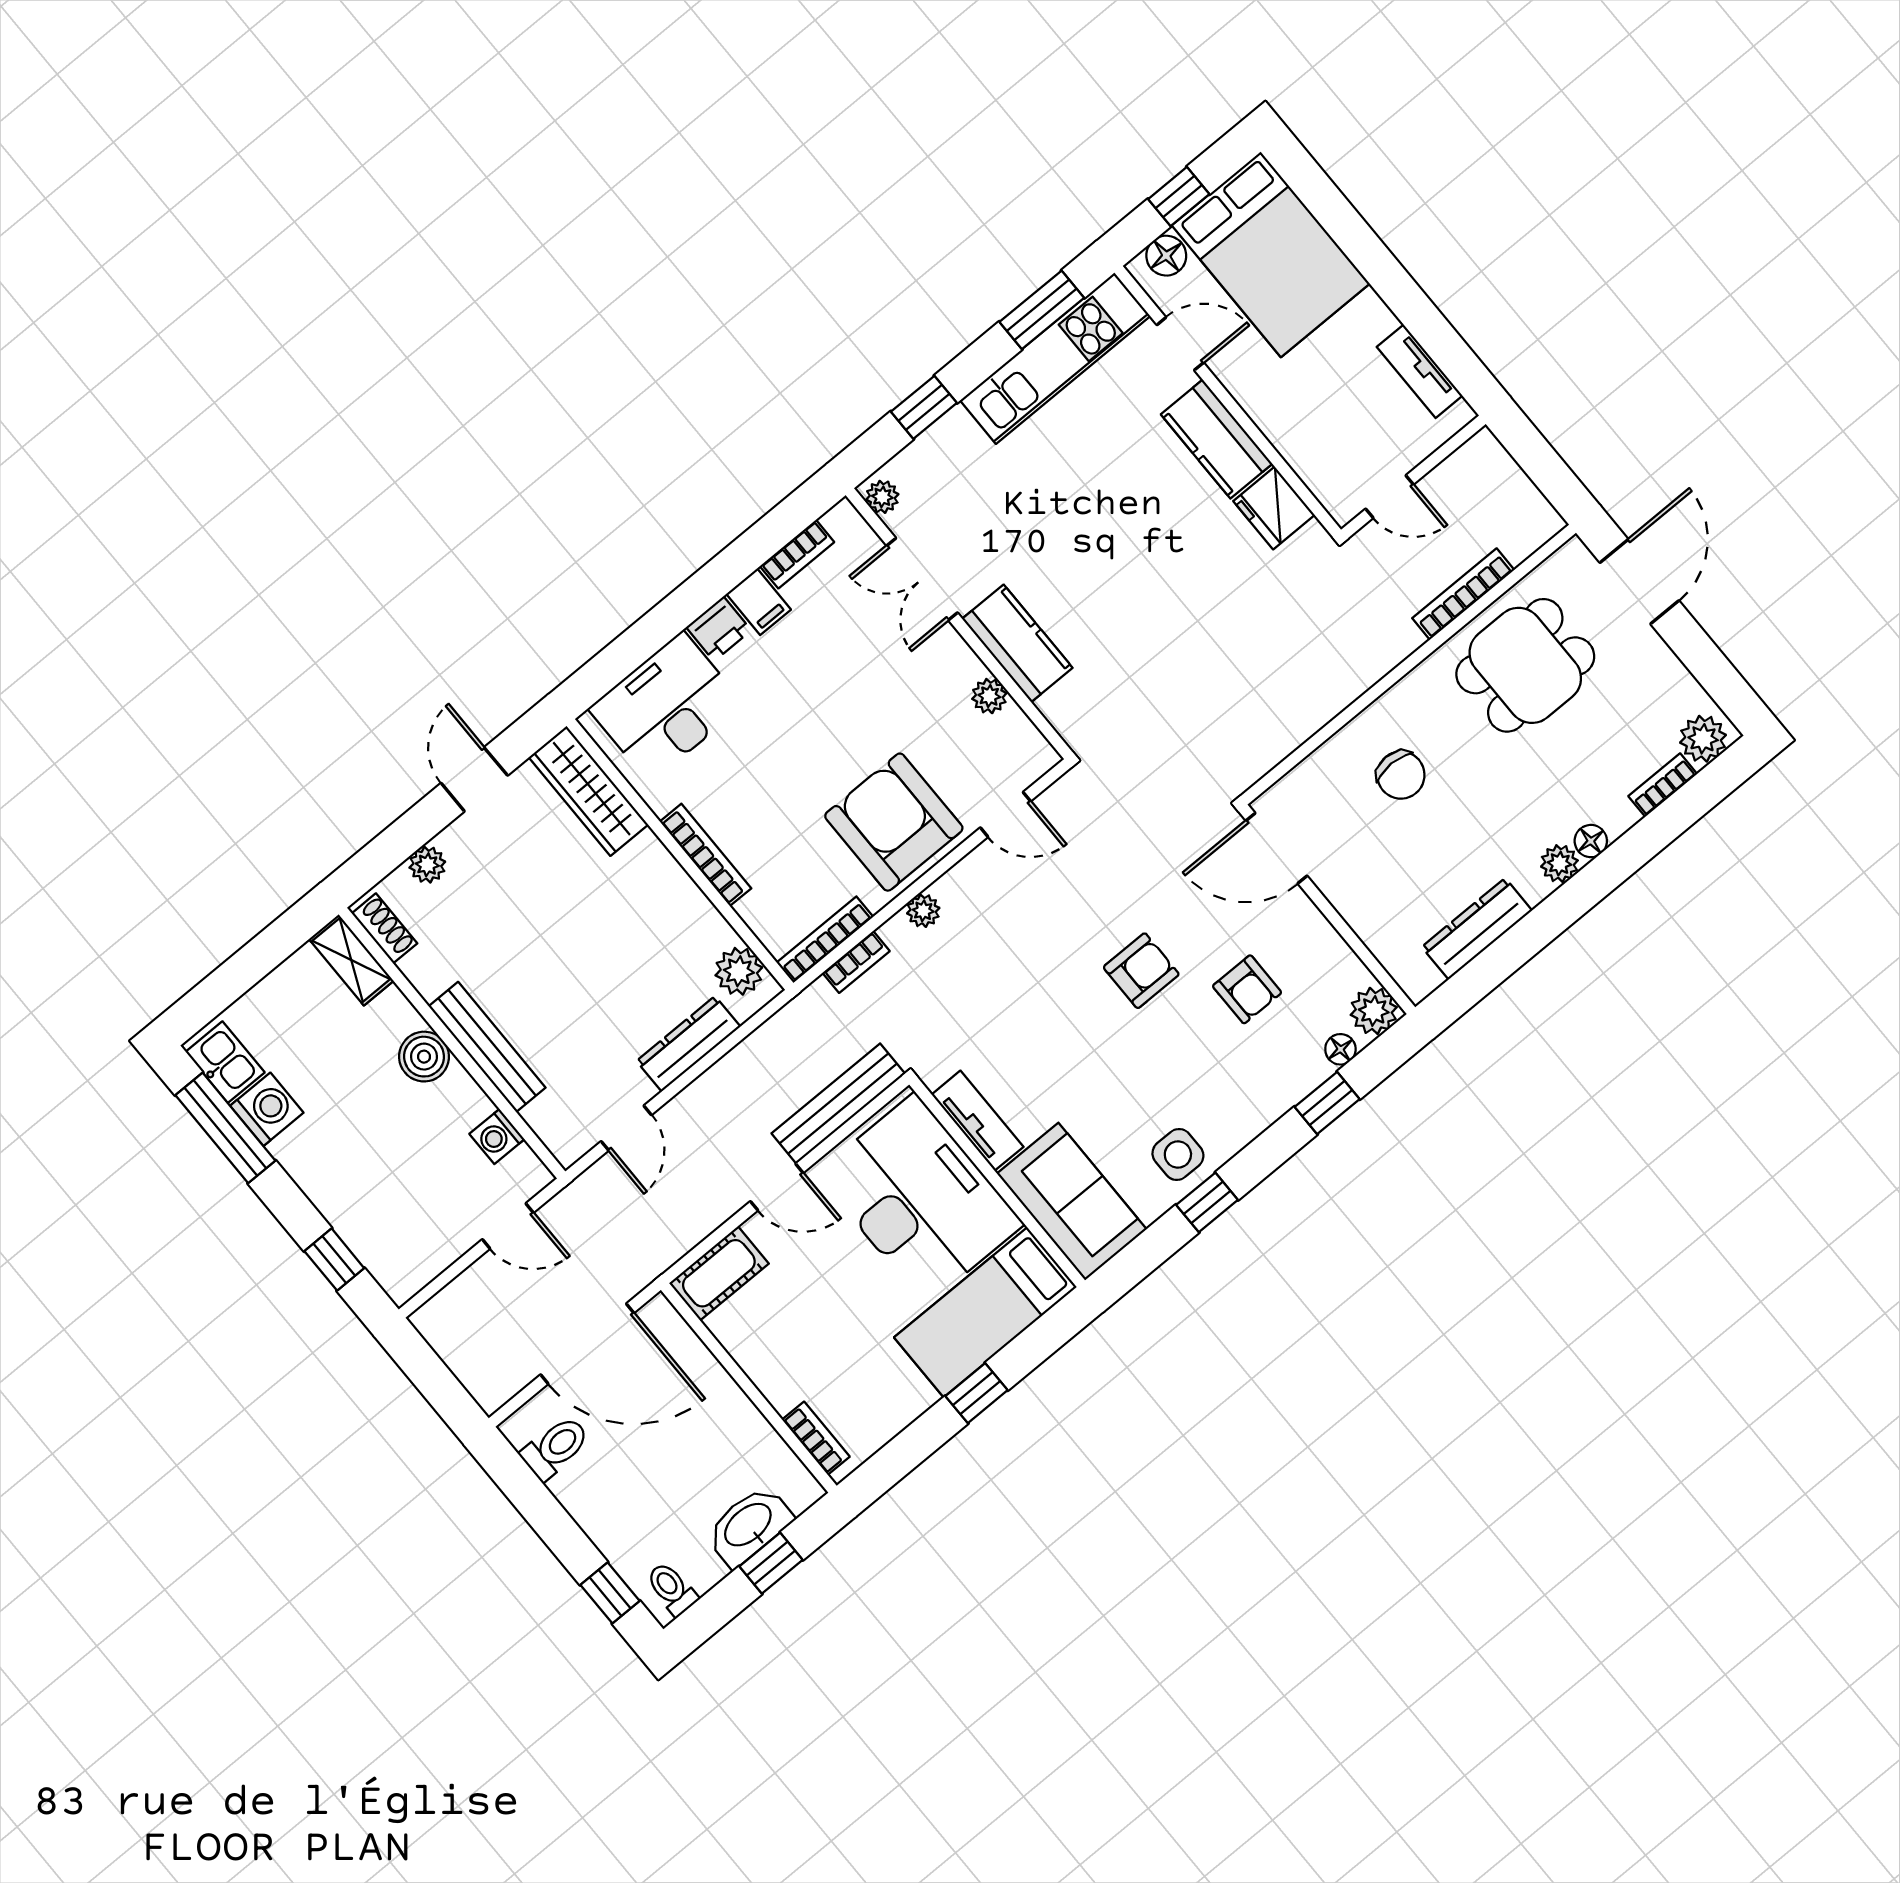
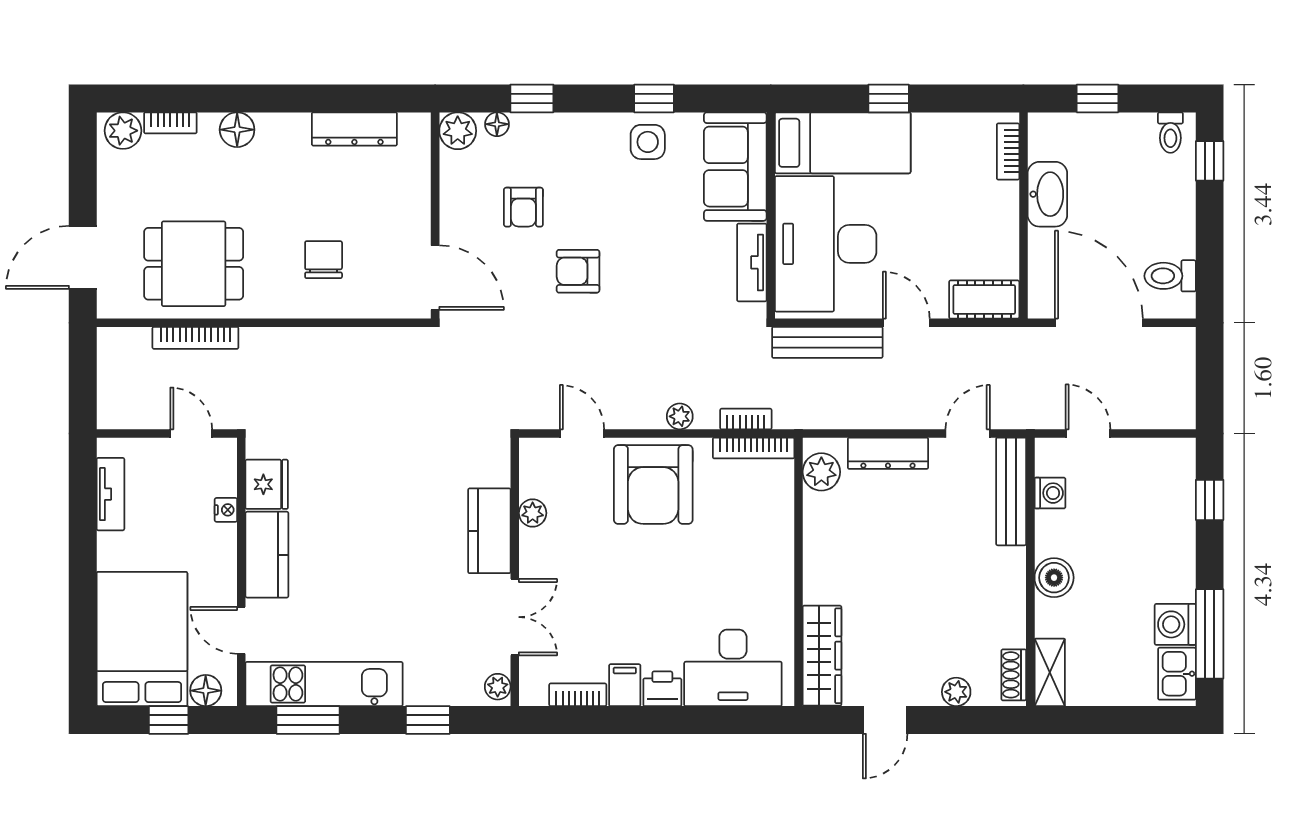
nightstand: (1293, 450) -> (226, 510), added
floor lamp: (1591, 841) -> (237, 130), width x1.37, depth x1.37
bookcase: (706, 855) -> (783, 559), removed
plant: (1559, 864) -> (272, 127), removed
armchair: (1247, 989) -> (523, 207), turned 180
bench: (487, 1047) -> (1011, 491), moved
washbasin: (749, 1526) -> (1047, 194), moved, turned -90

